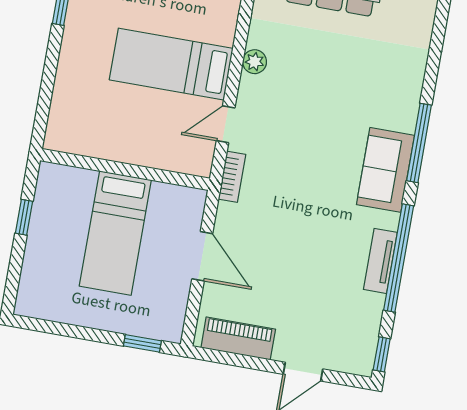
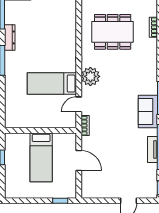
plant: (255, 62) -> (90, 76), width x1.88, depth x1.88
piano: (238, 338) -> (99, 192), removed

